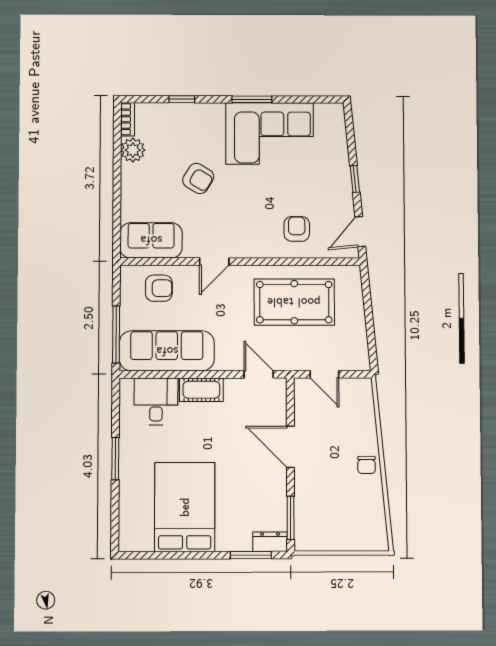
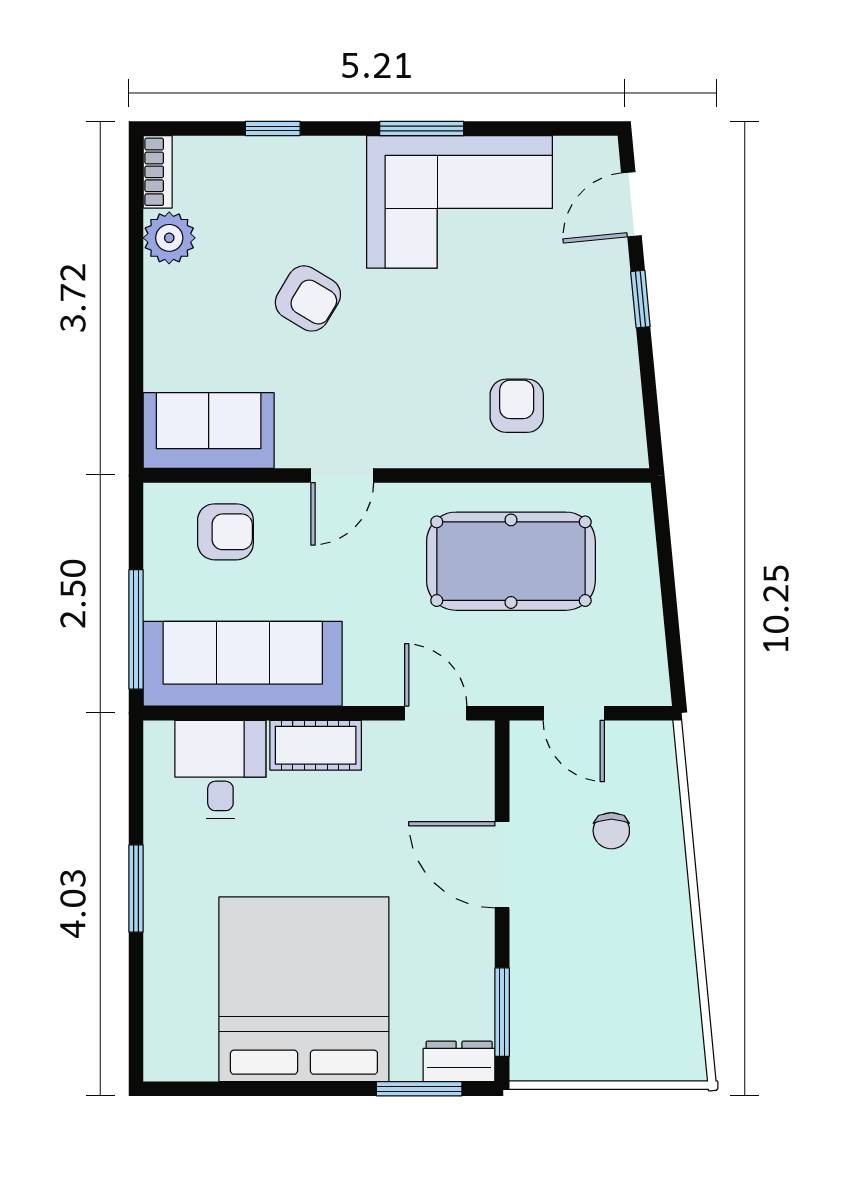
door: (360, 232) -> (631, 204), moved
chair: (367, 465) -> (611, 831), moved
bed: (185, 507) -> (304, 989), width x1.36

